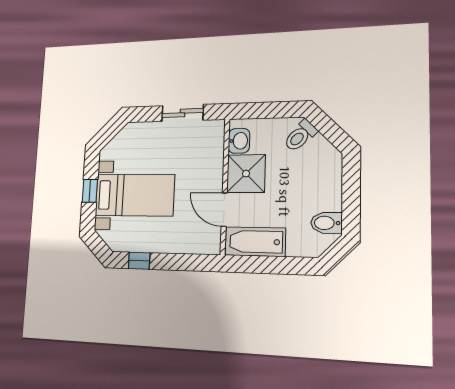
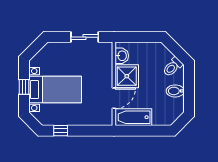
toilet: (300, 136) -> (173, 67), moved
door: (224, 210) -> (114, 98), swing flipped
bidet: (326, 223) -> (175, 91), moved

